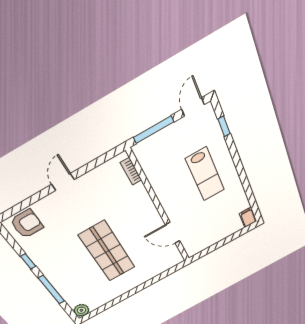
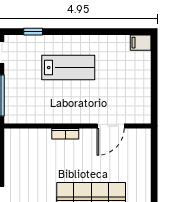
bookcase: (131, 171) -> (65, 134), moved

